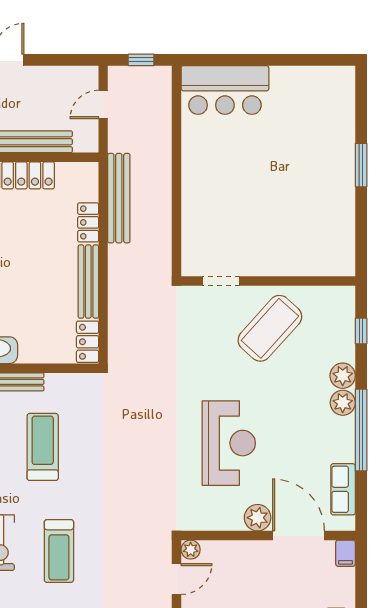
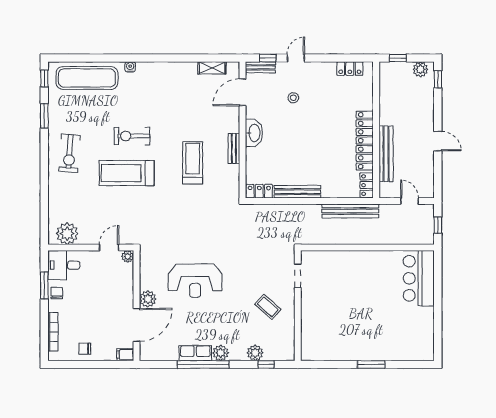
locker: (88, 222) -> (367, 185), moved, turned -90
coffee table: (270, 328) -> (268, 307), width x0.54, depth x0.58
plant: (343, 376) -> (255, 353), moved
treadmill: (43, 447) -> (193, 163), turned -90
row of seats: (343, 489) -> (195, 353), moved
treadmill: (59, 551) -> (127, 173), width x1.37, depth x1.38
door: (176, 579) -> (109, 248), swing flipped

